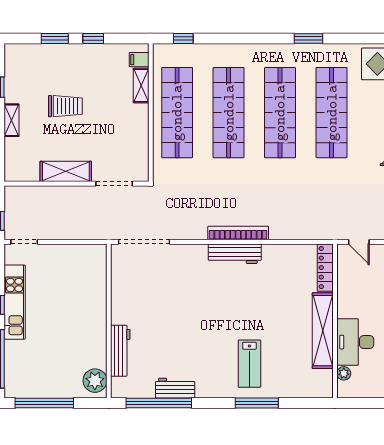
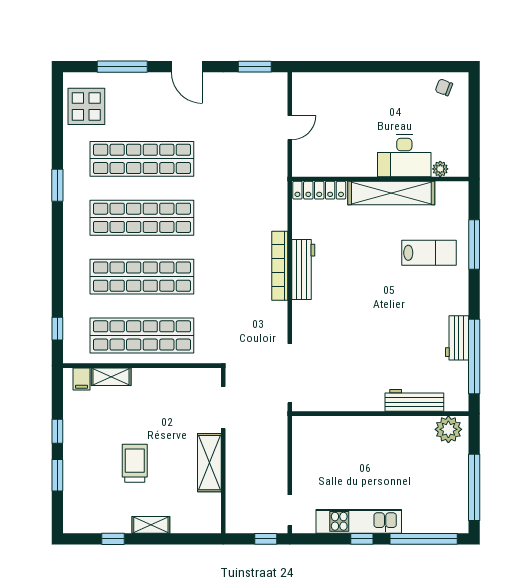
locker: (325, 268) -> (319, 190), moved
wall: (335, 321) -> (380, 179), moved
shelving: (323, 331) -> (391, 193), moved
desk: (355, 342) -> (404, 156), moved
plant: (344, 373) -> (440, 169), moved

